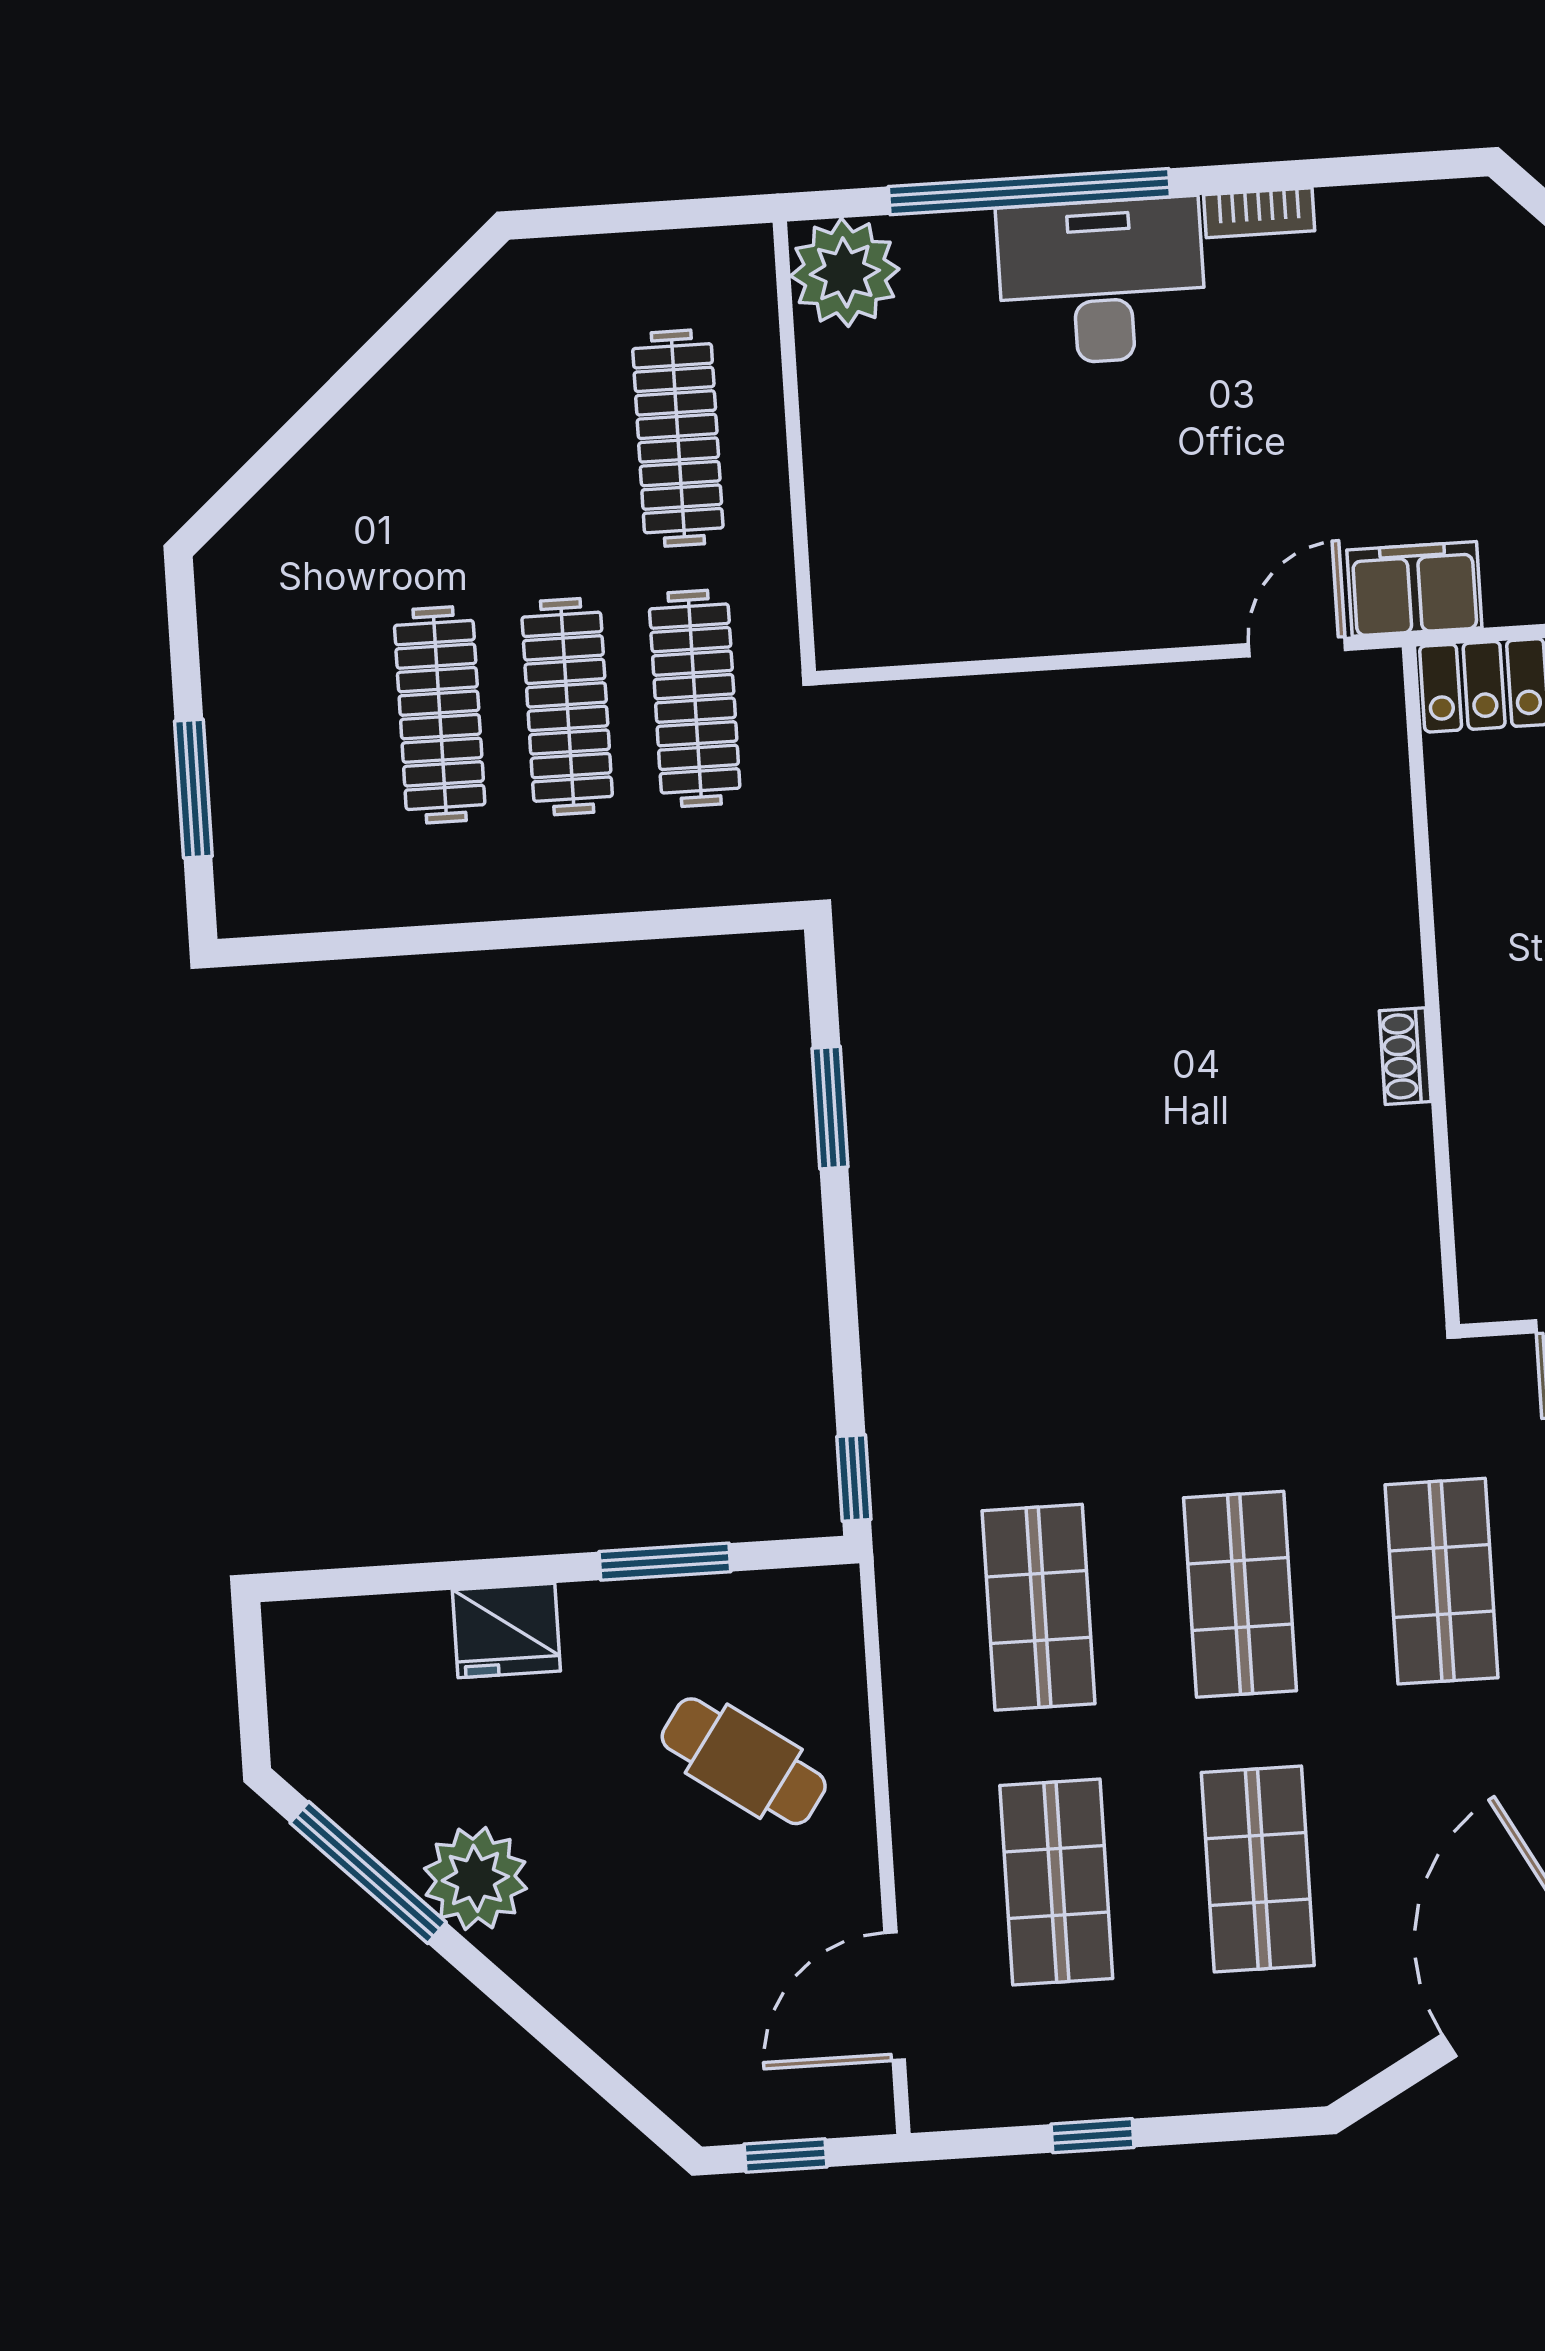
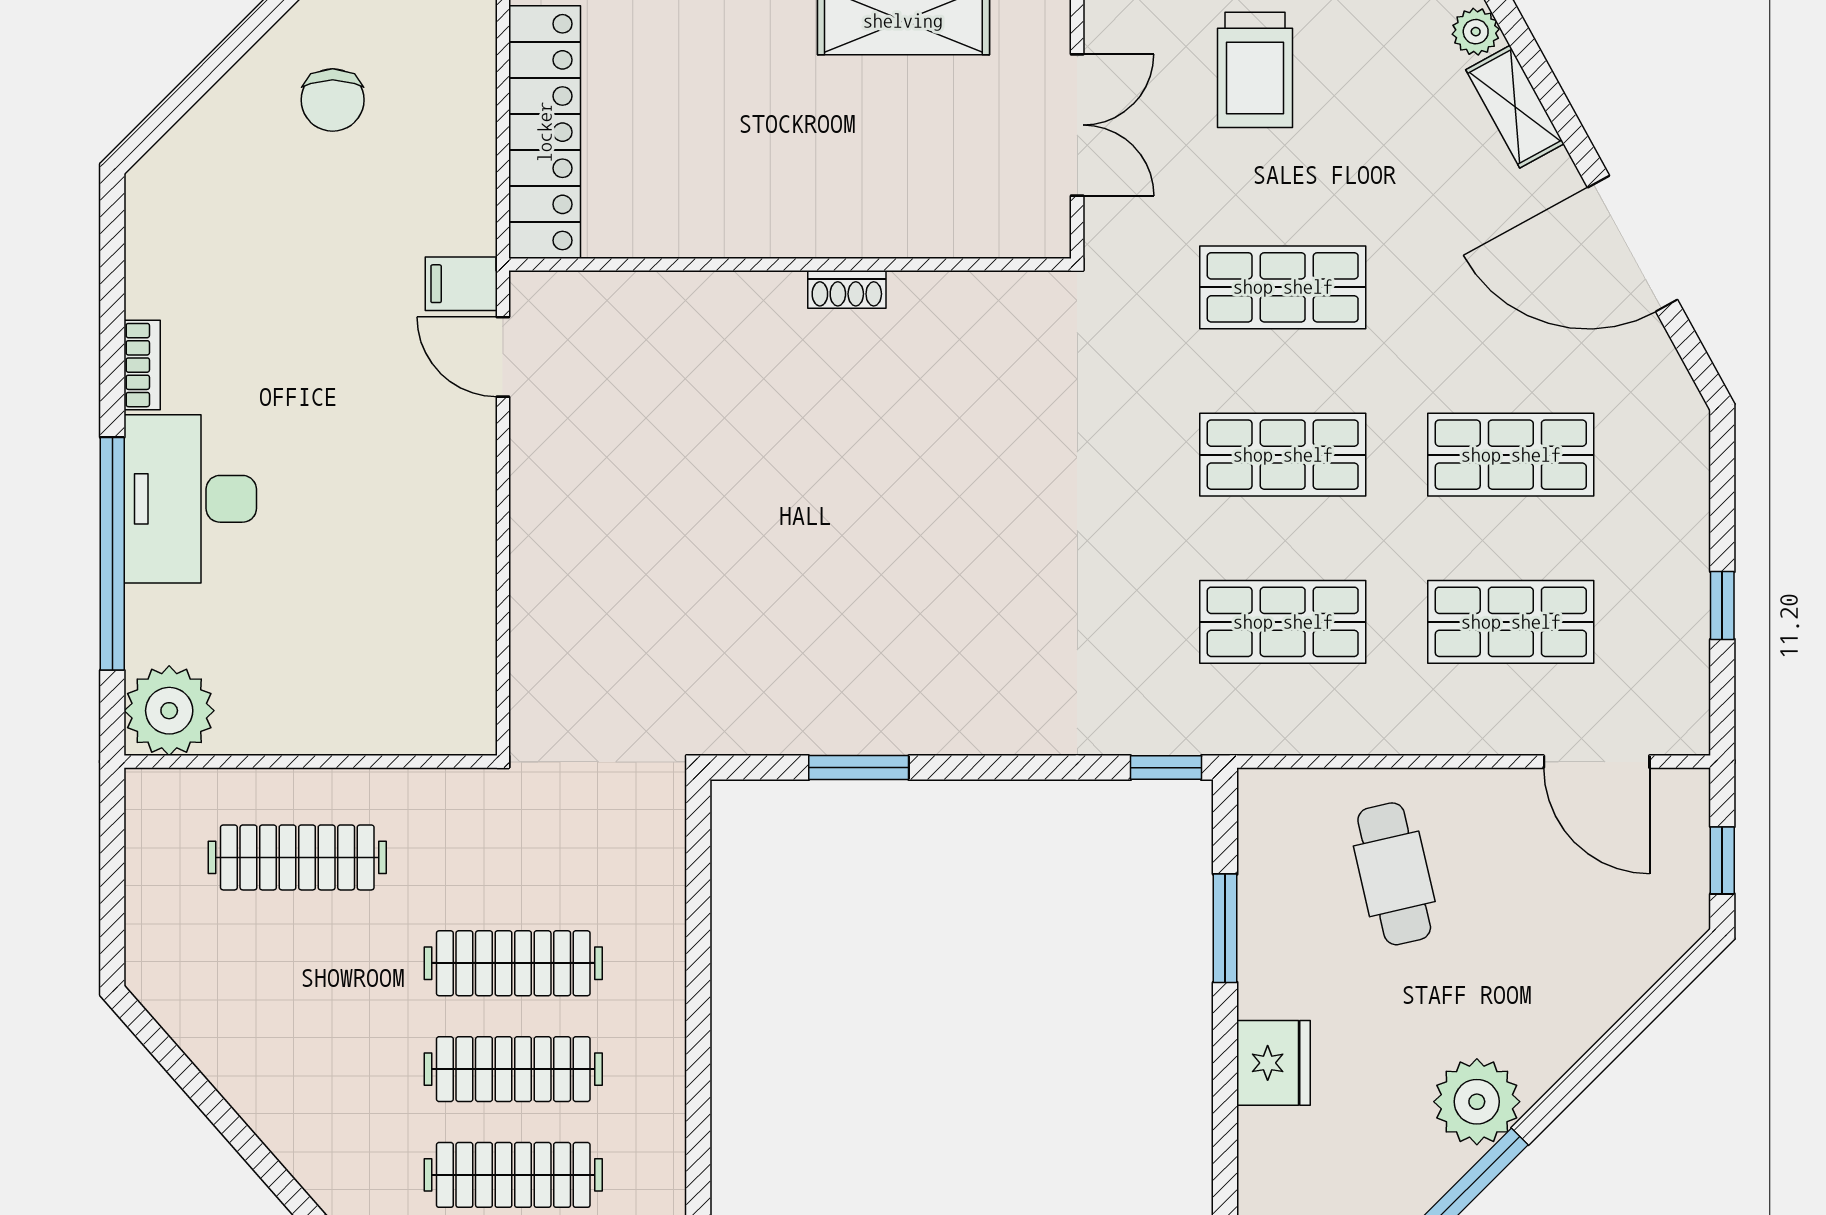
filing cabinet: (1414, 589) -> (461, 284), width x0.50
clothes rail: (695, 698) -> (513, 1175), moved
cafe table: (744, 1761) -> (1394, 874), turned -48

